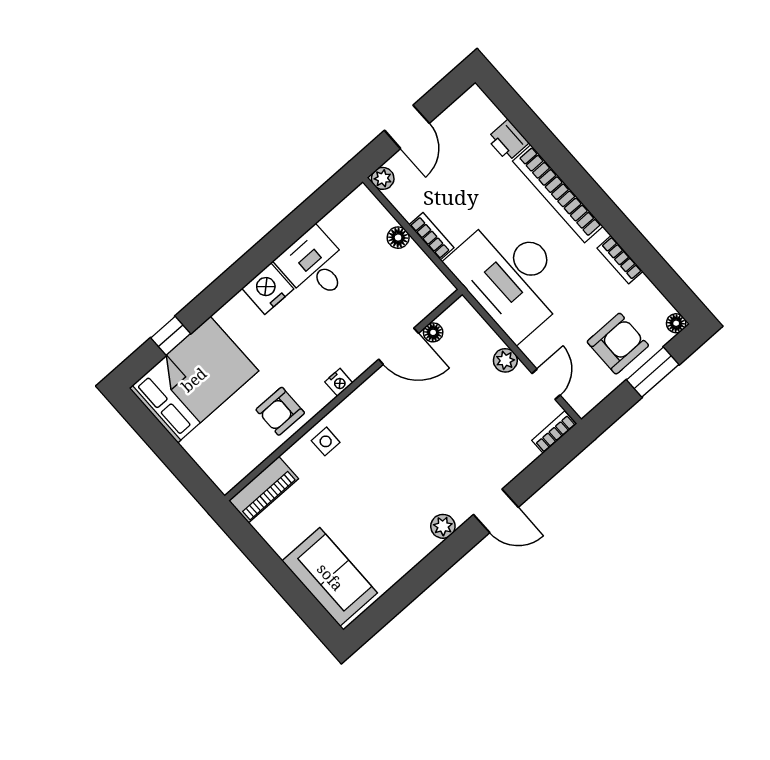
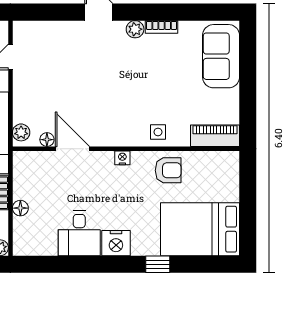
window: (171, 336) -> (158, 264), moved
plant: (505, 360) -> (21, 132), moved
bookcase: (554, 432) -> (162, 27), moved

